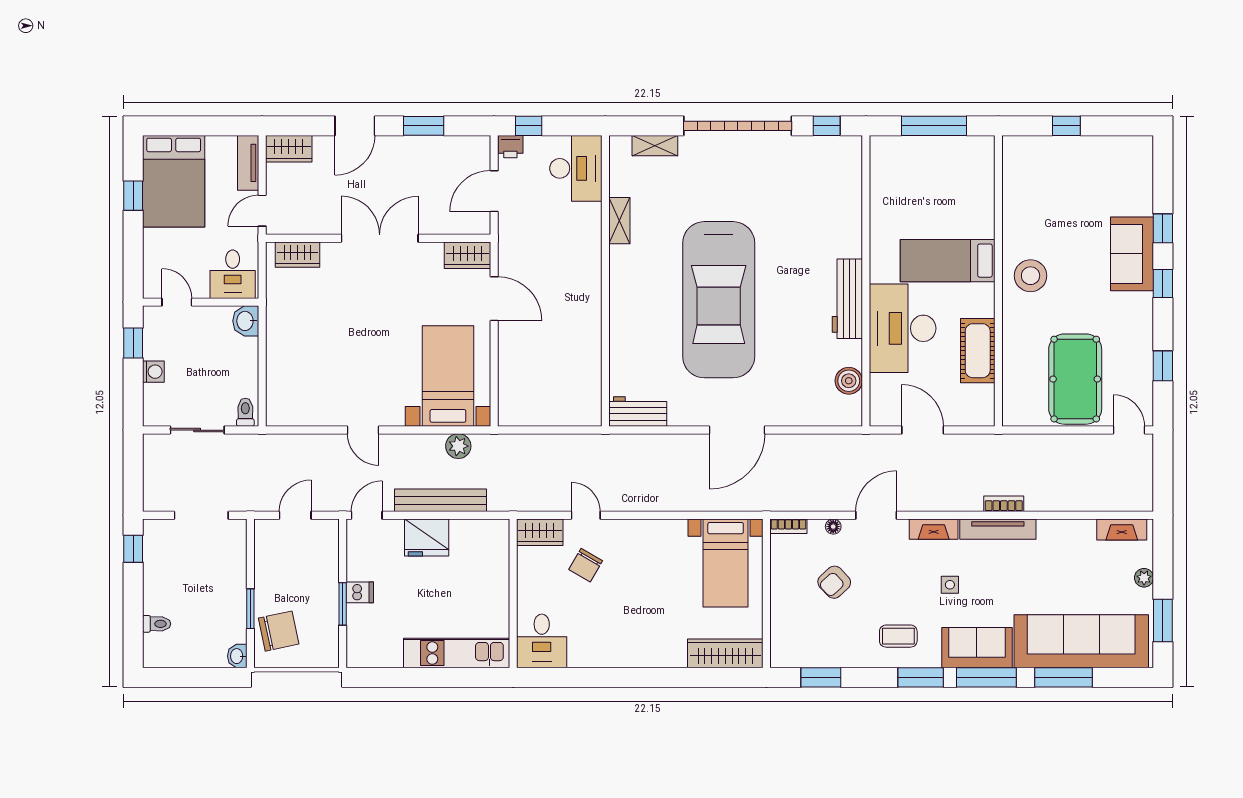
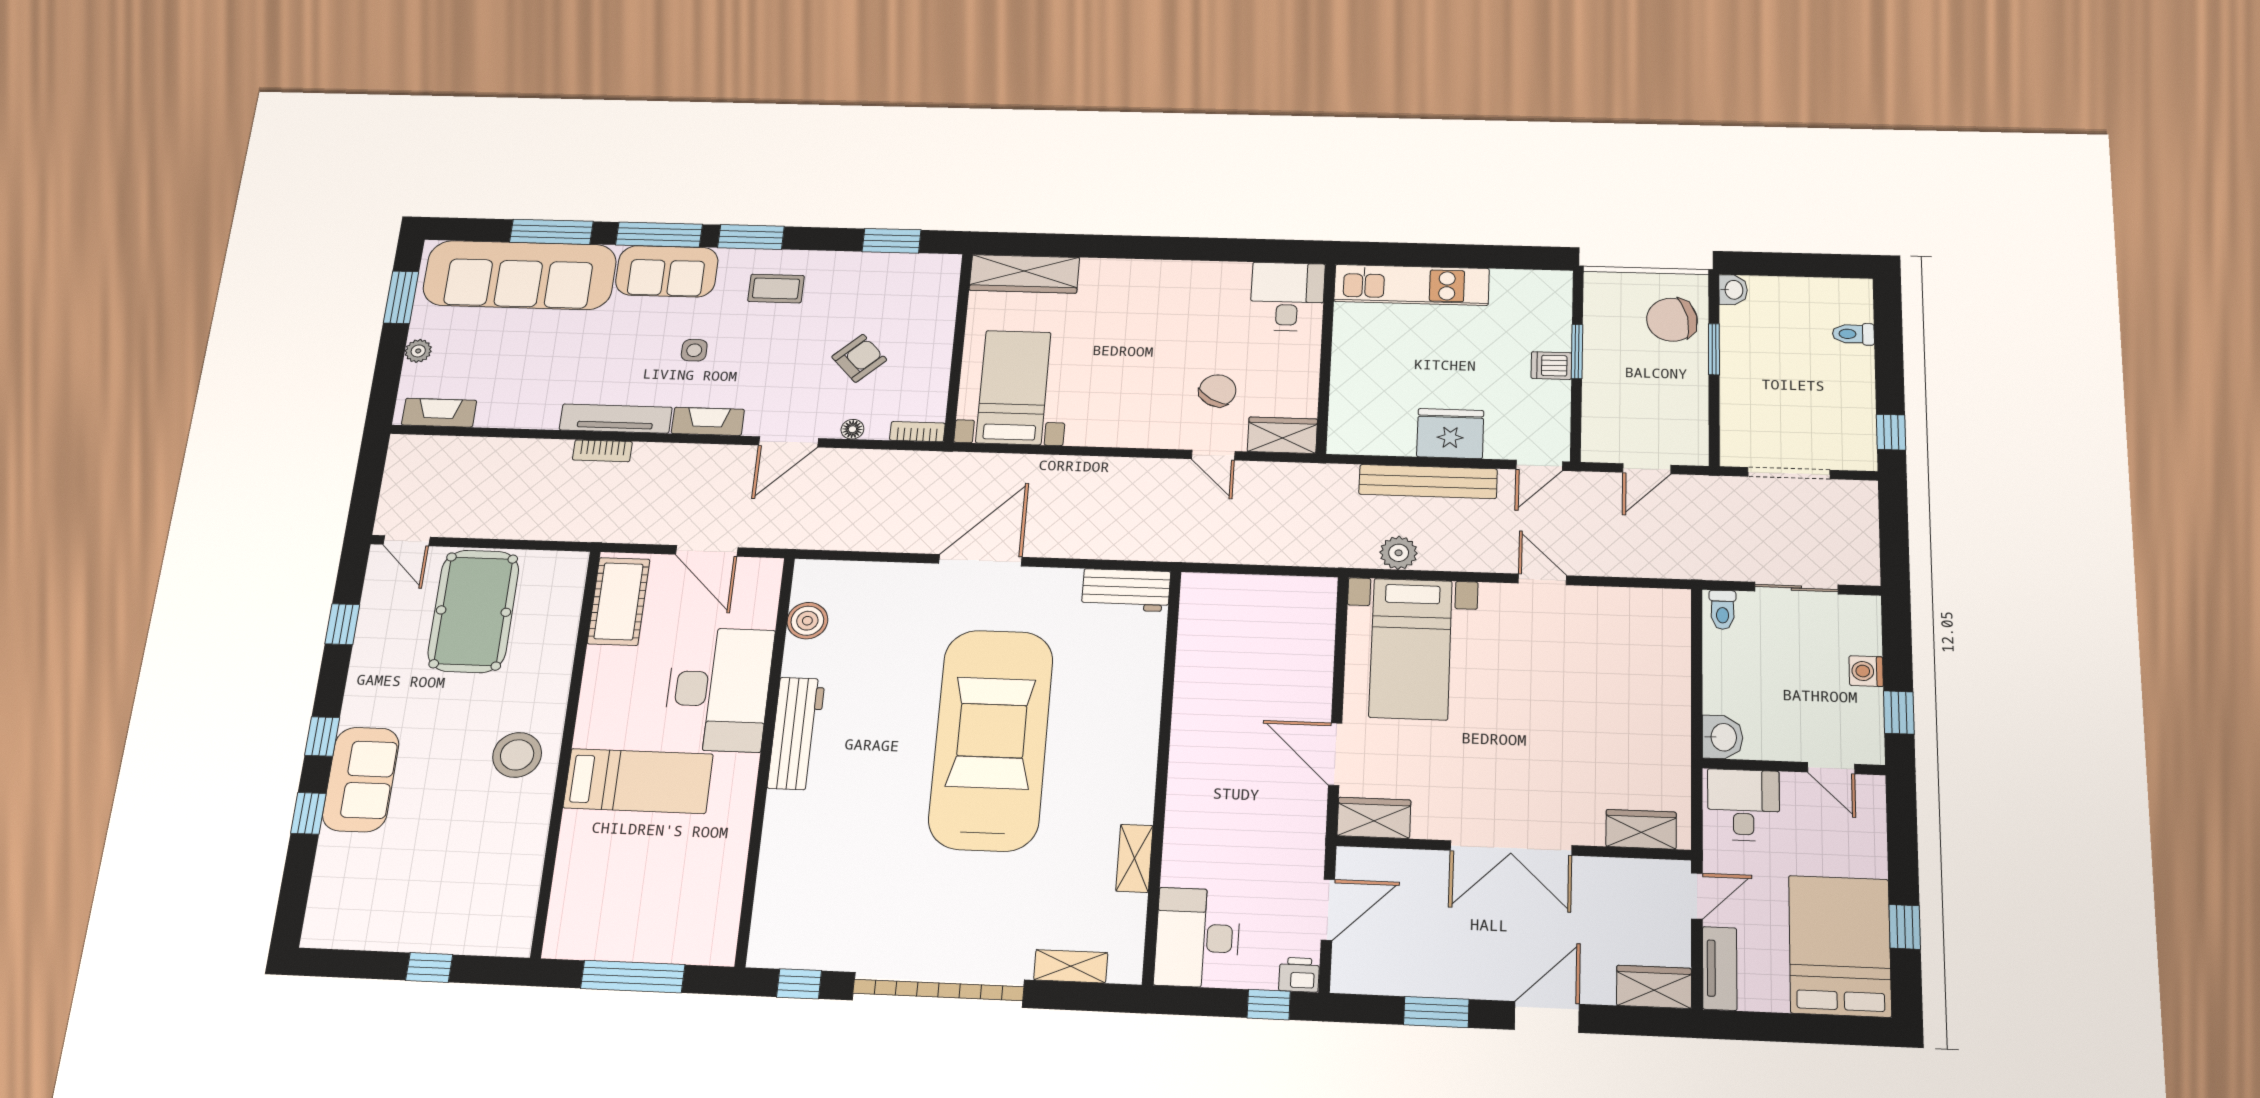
cot: (978, 351) -> (619, 601), moved

